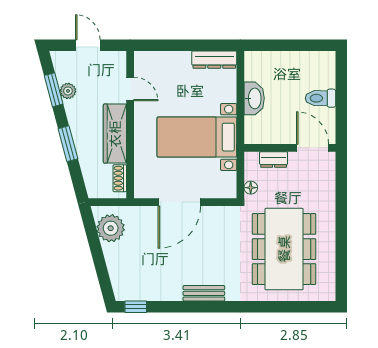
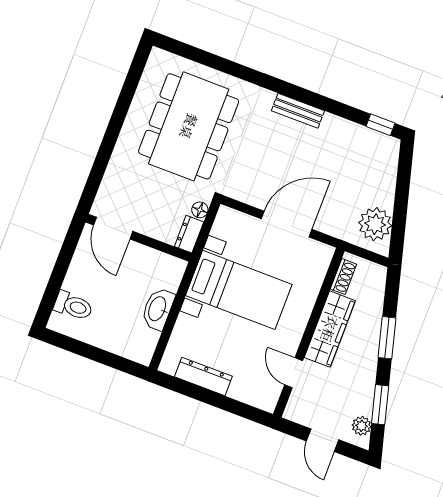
dresser: (214, 60) -> (203, 376), moved
plant: (68, 91) -> (362, 426), moved
toilet: (321, 98) -> (73, 306), moved
dresser: (274, 160) -> (189, 234), moved, turned -90

